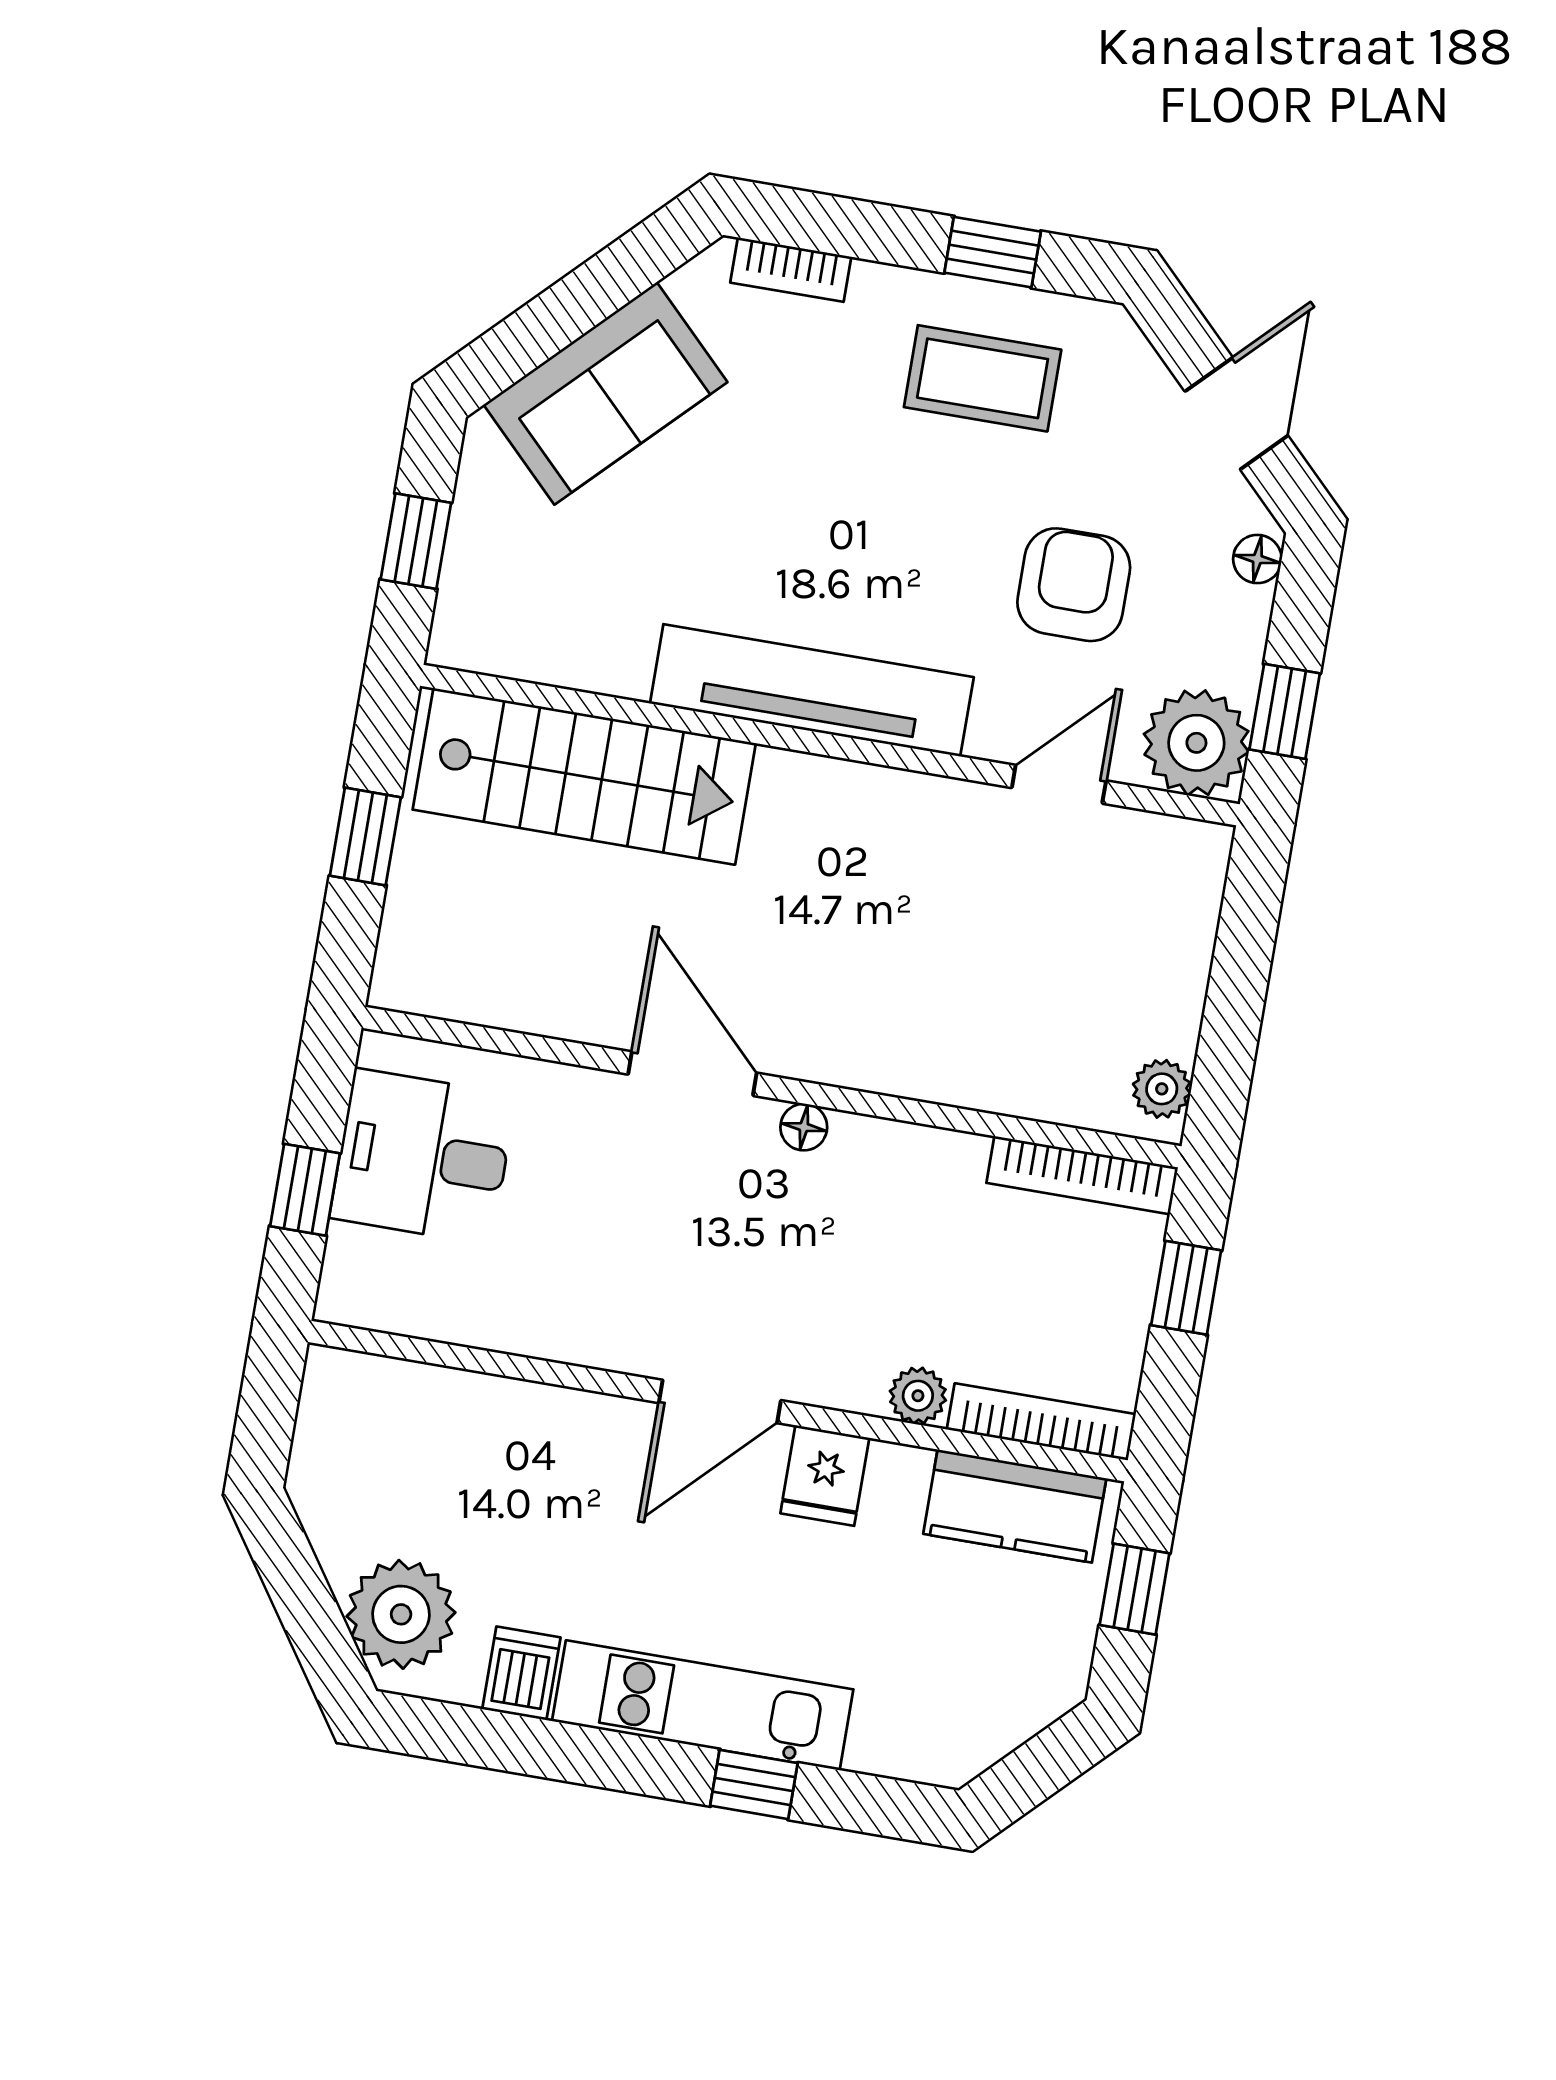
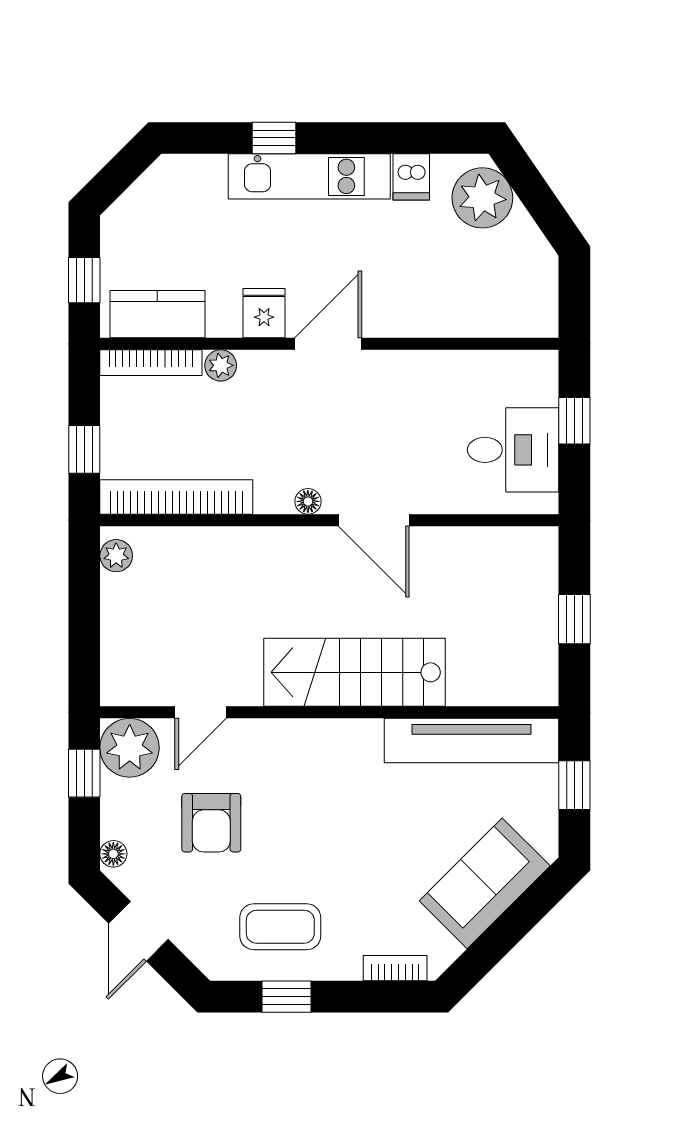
tv unit: (812, 690) -> (472, 741), moved
stairs: (584, 776) -> (355, 672), moved
bookcase: (1082, 1175) -> (176, 497), width x1.48, depth x1.31

